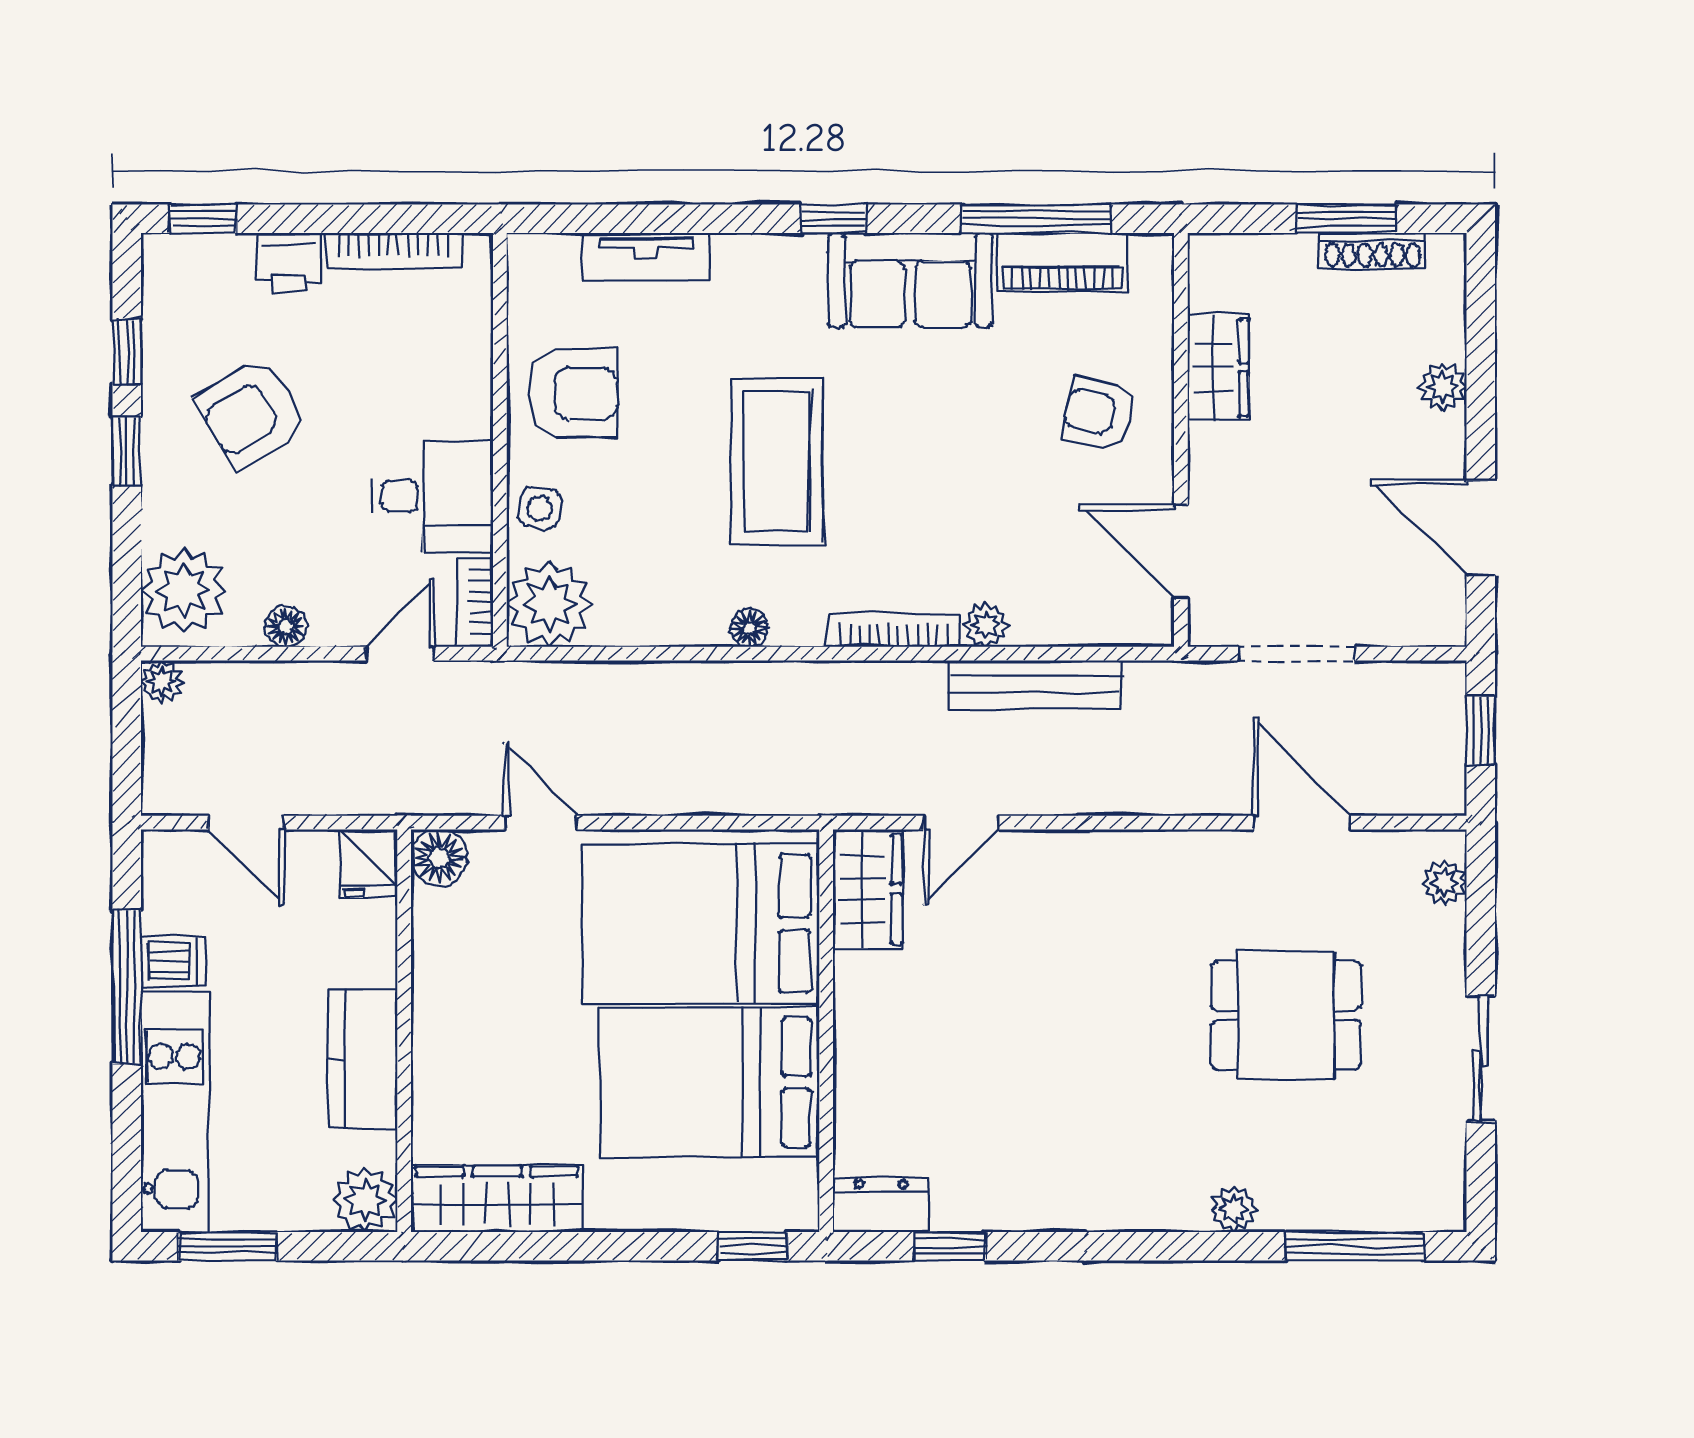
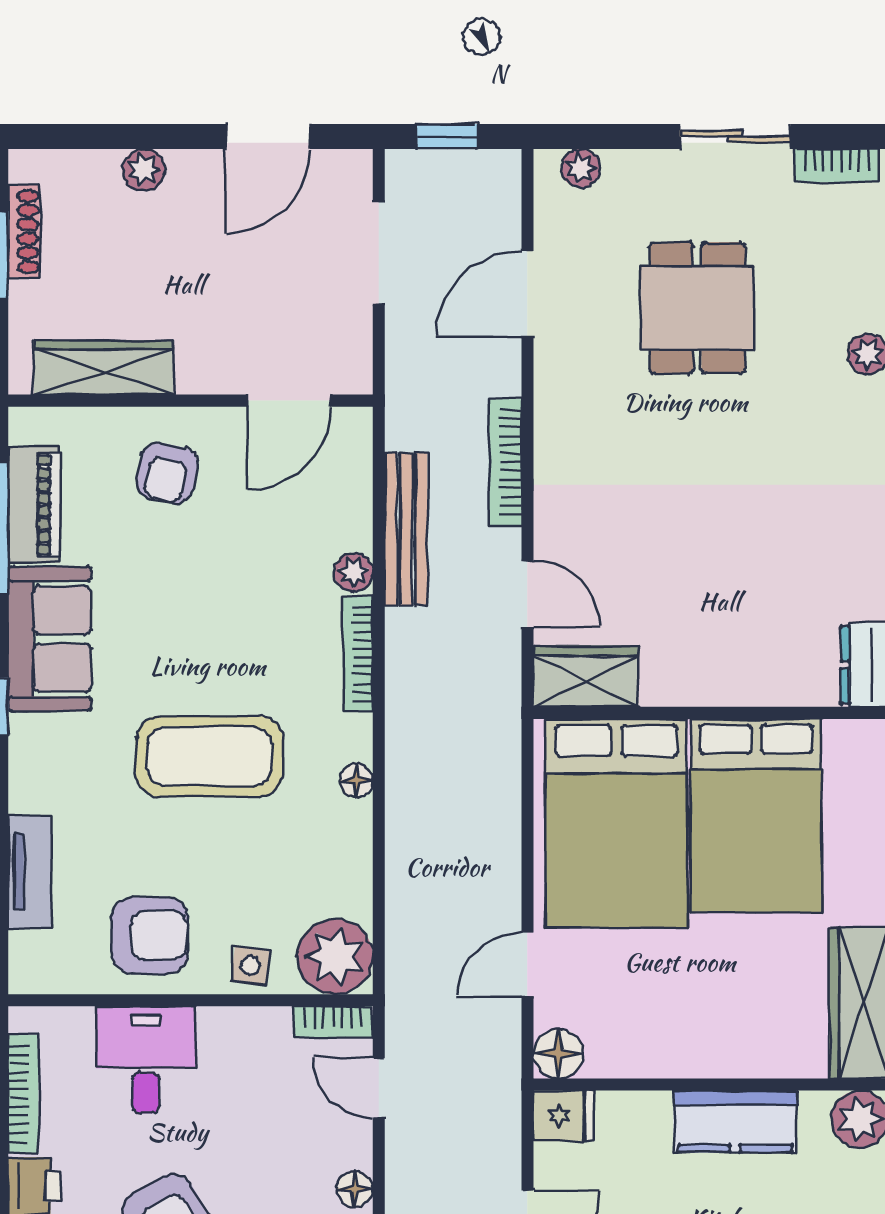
wardrobe: (1218, 368) -> (104, 368), width x1.50
armchair: (574, 394) -> (150, 935), turned 90
desk: (432, 496) -> (146, 1060), moved
doorway: (1297, 654) -> (379, 254), moved
bookcase: (1111, 797) -> (505, 462), added
bookcase: (1448, 1173) -> (837, 166), added

